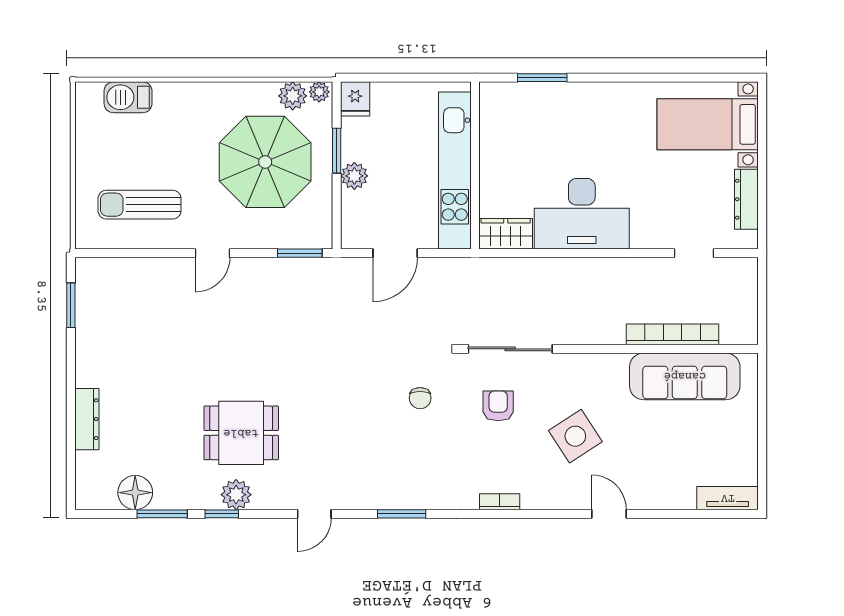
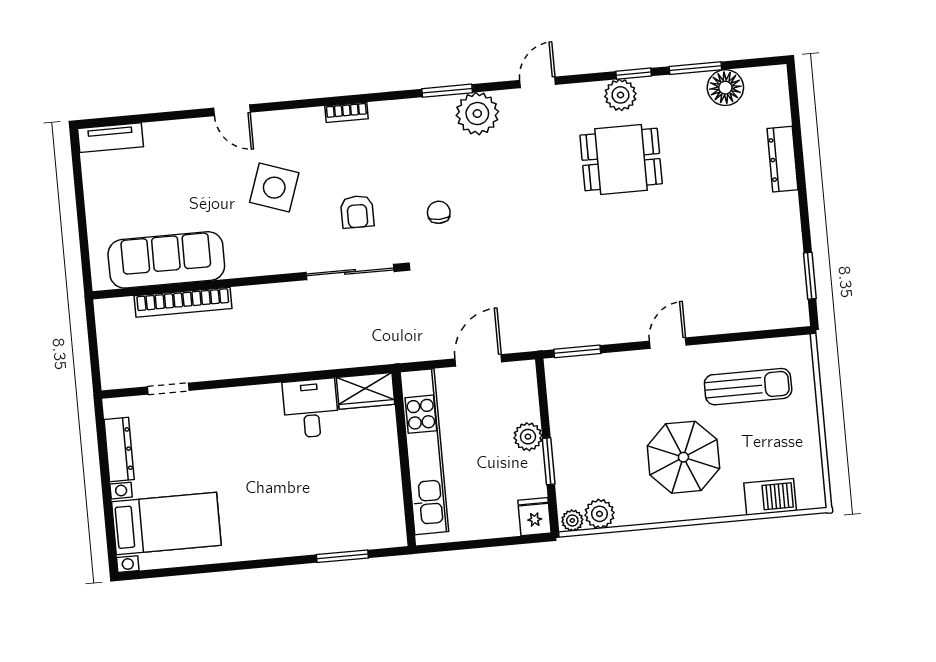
parasol: (265, 162) -> (683, 457), moved, width x0.73, depth x0.73
desk: (582, 214) -> (311, 408), width x0.53, depth x0.77
side table: (575, 436) -> (274, 188), turned -38
plant: (375, 489) -> (477, 114), added

